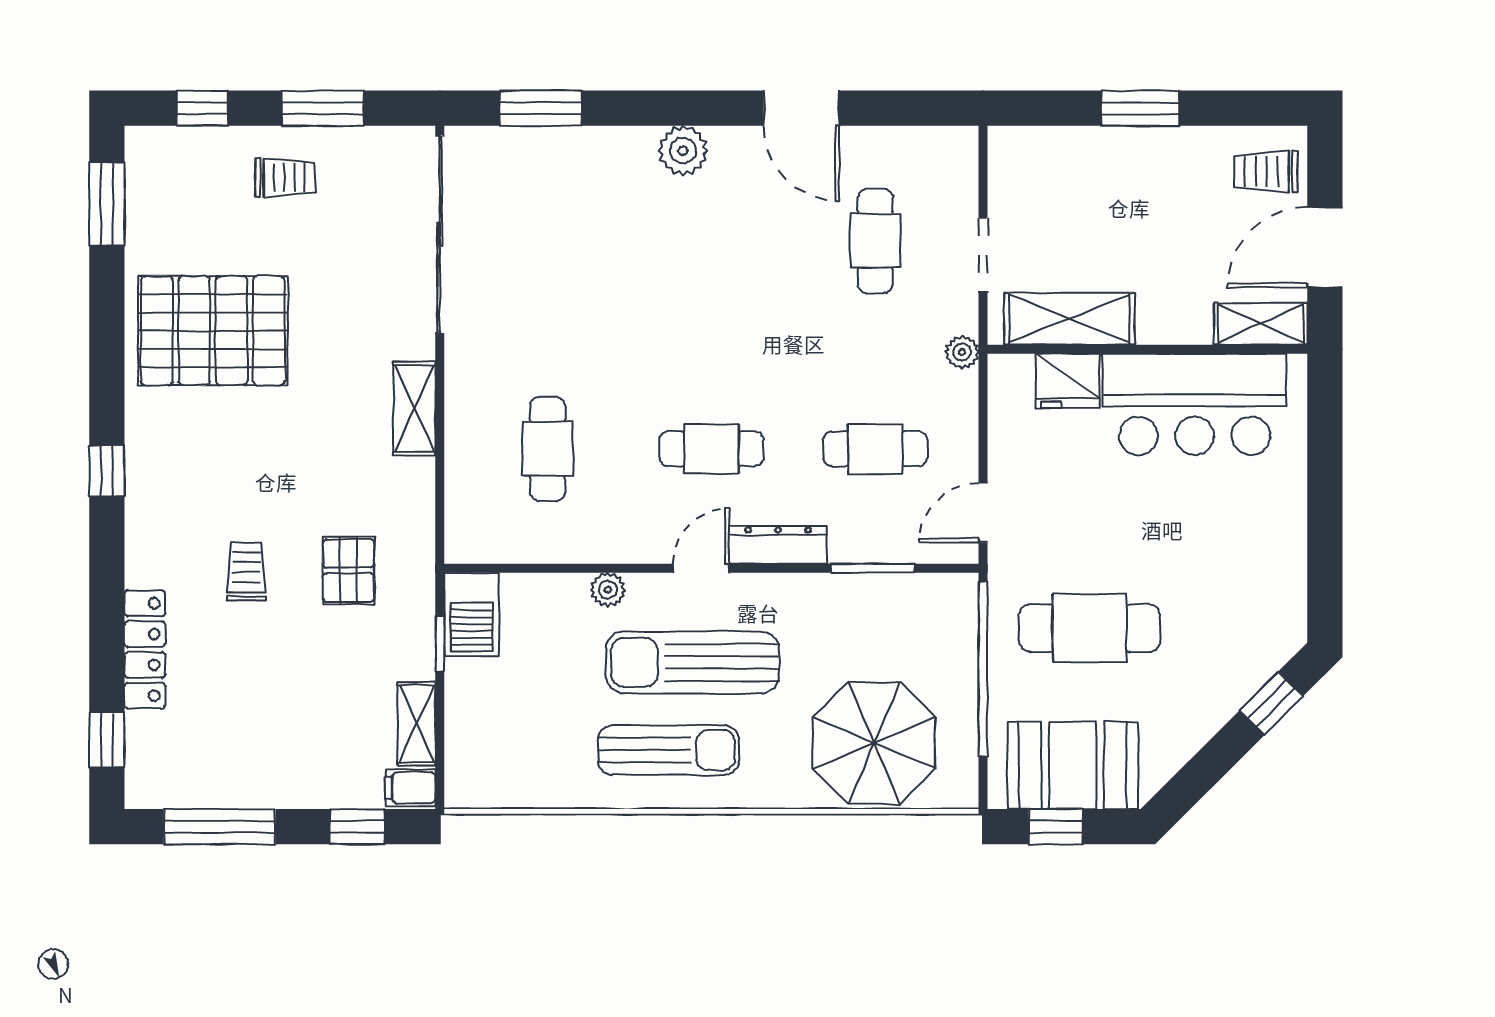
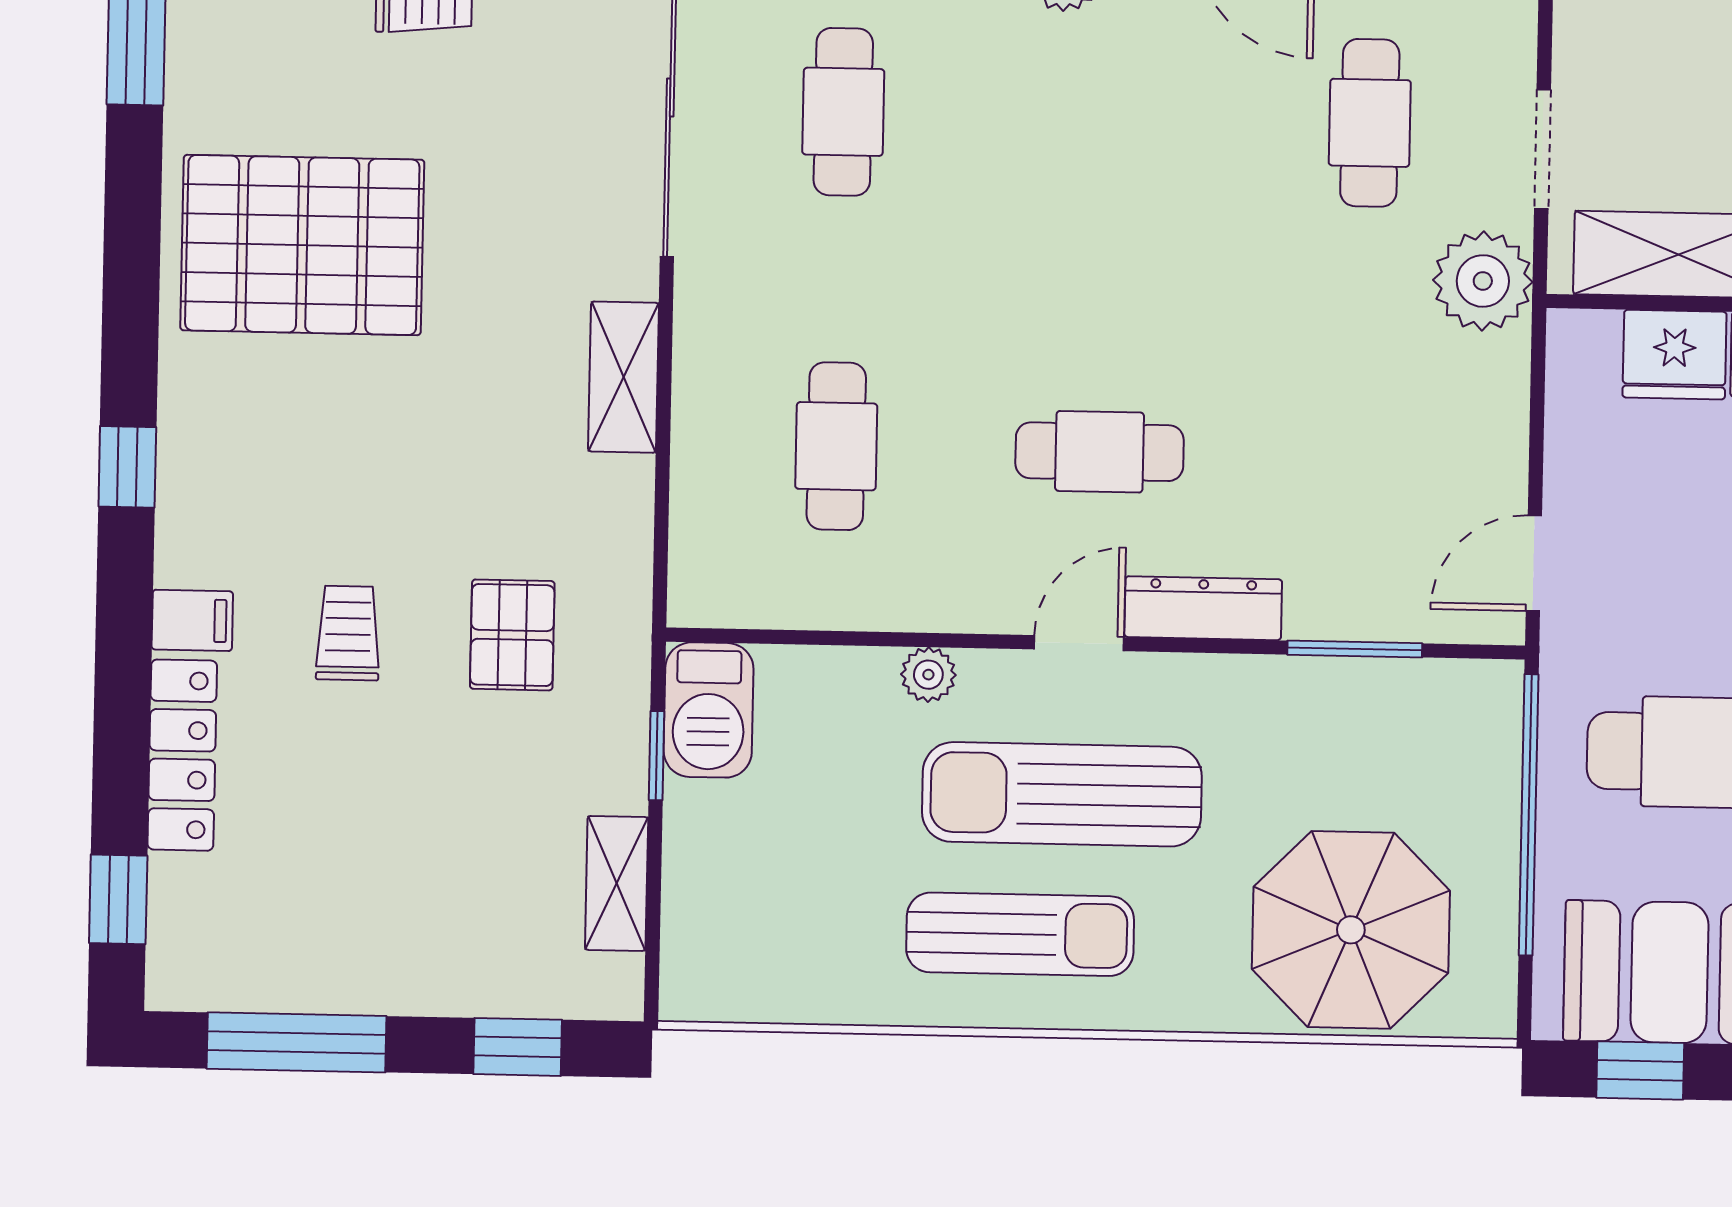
plant: (962, 352) -> (1483, 281), width x1.87, depth x1.87
cafe table: (875, 449) -> (843, 112), moved, turned 90
filing cabinet: (411, 788) -> (192, 620), moved, turned 180

